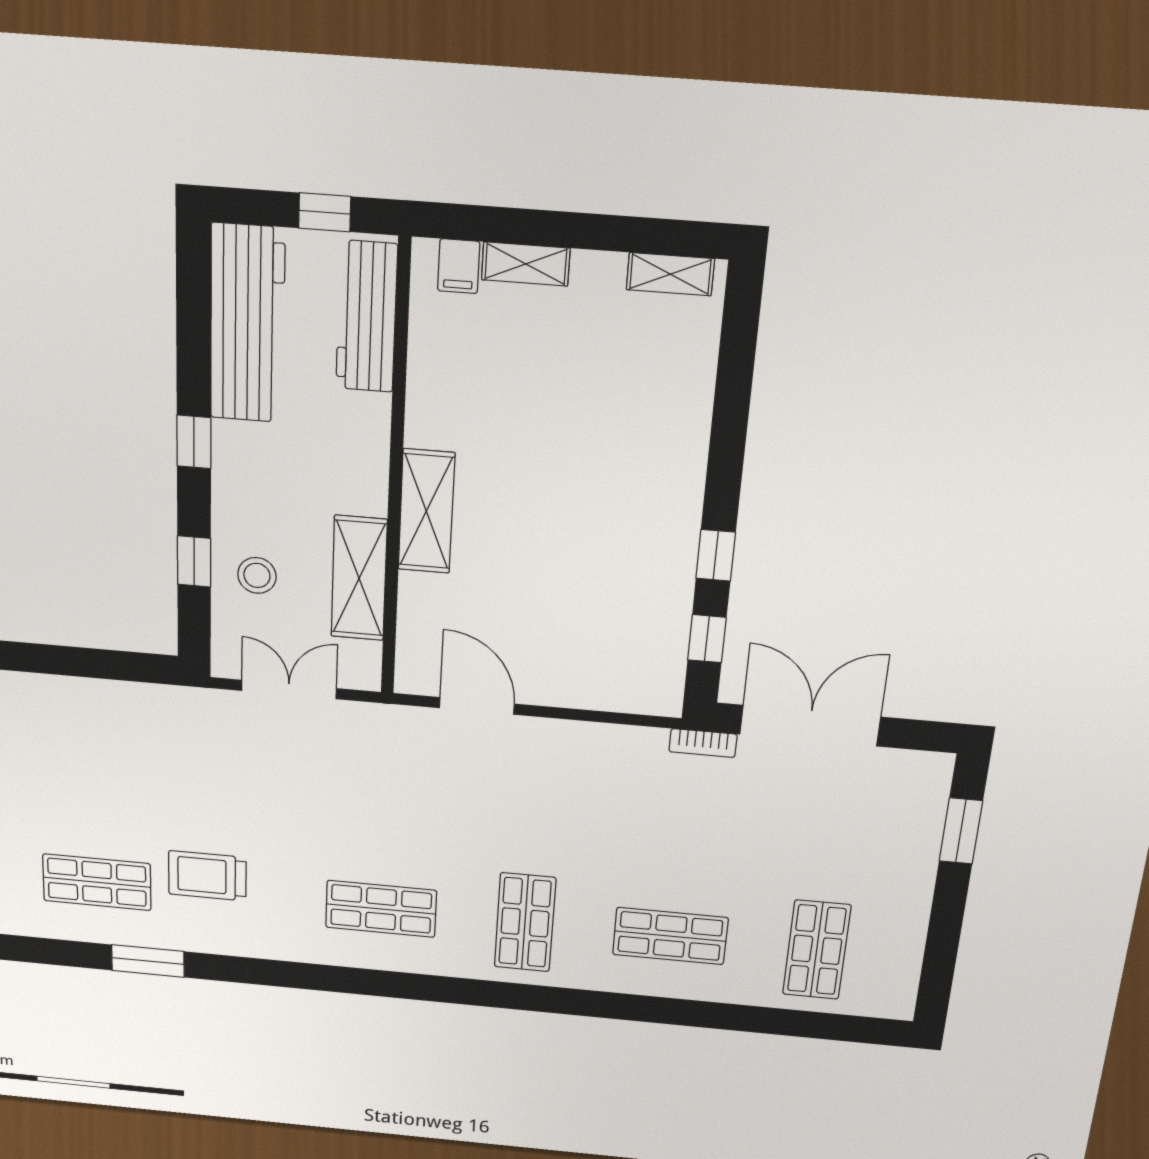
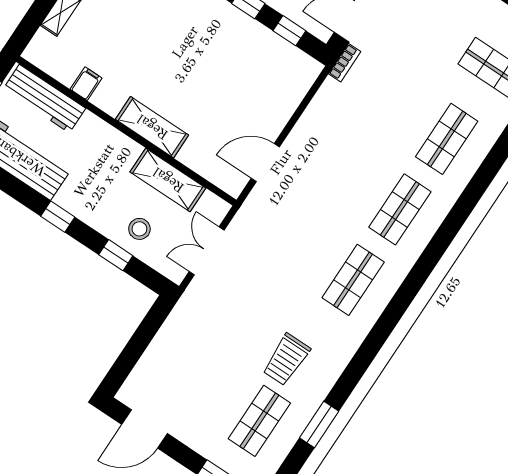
filing cabinet: (459, 266) -> (86, 84), moved, turned -90
shop shelf: (525, 922) -> (400, 209), turned 90

